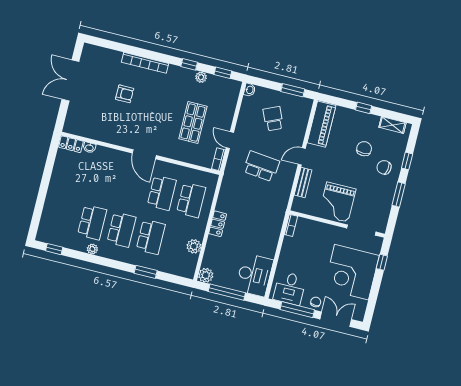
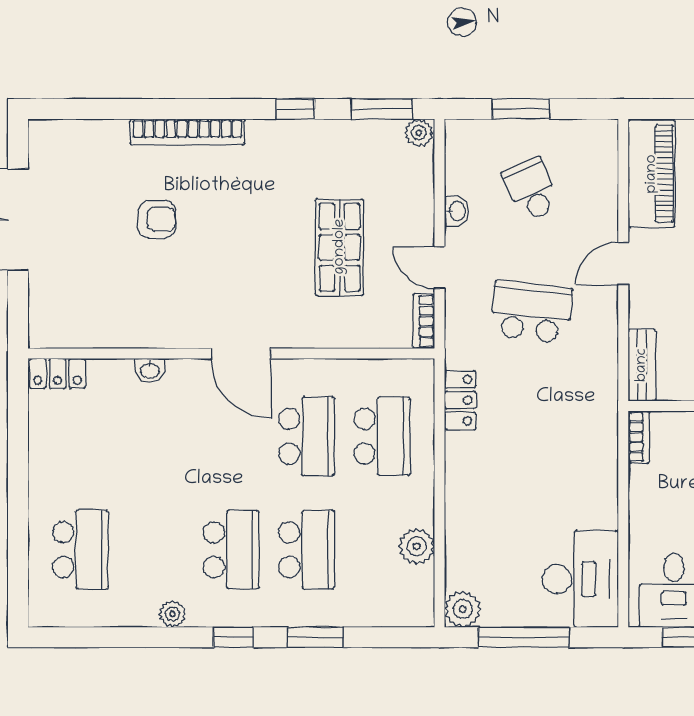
window: (223, 73) -> (382, 109), width x1.50
plant: (201, 77) -> (419, 133), moved
washbasin: (250, 90) -> (457, 211), moved
window: (293, 90) -> (521, 109), moved
washbasin: (89, 147) -> (150, 370), moved
bench: (303, 183) -> (642, 365), moved
school desk: (92, 222) -> (80, 550), moved
locker: (218, 224) -> (460, 400), moved
window: (54, 249) -> (233, 637), moved

